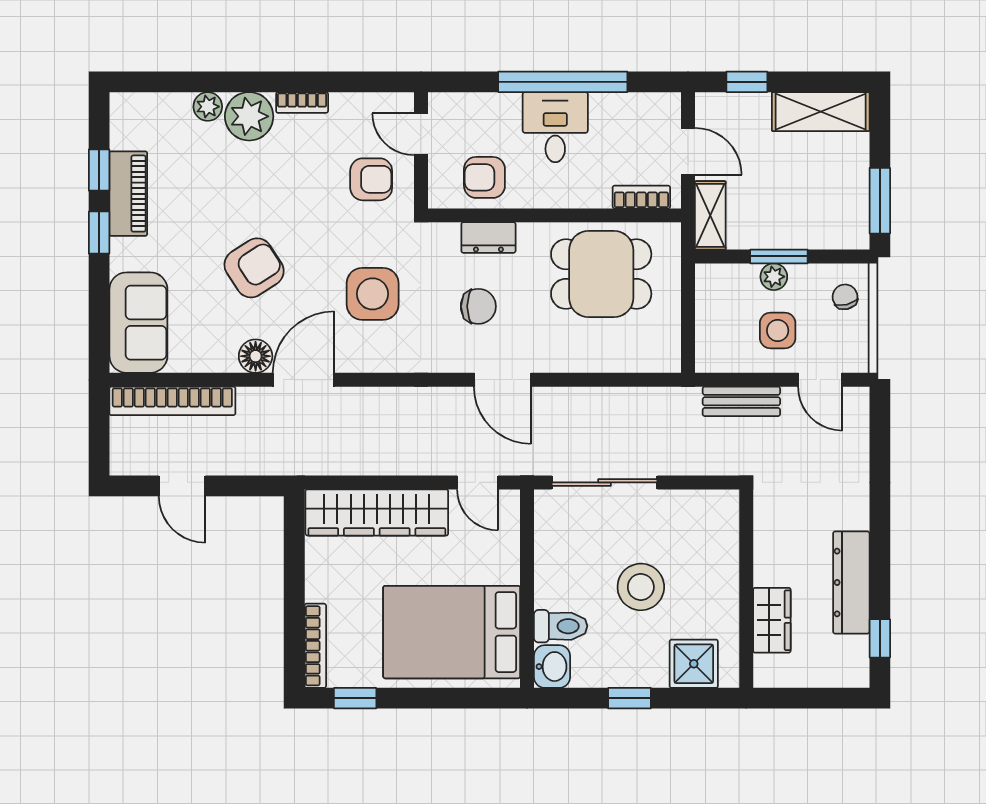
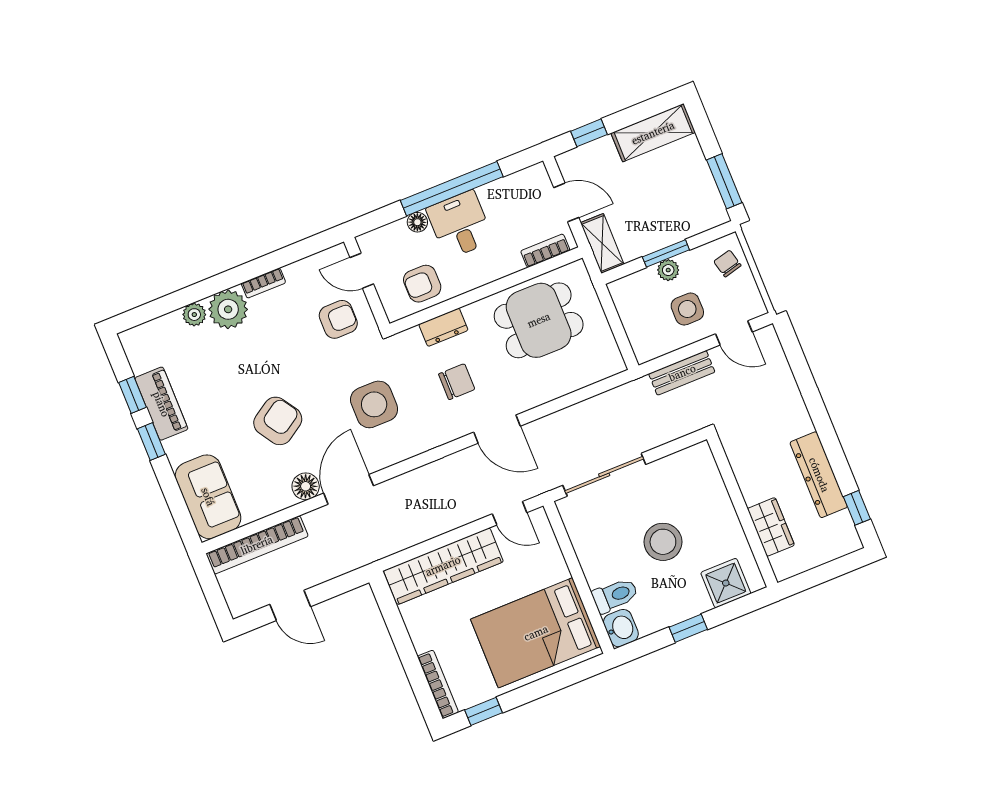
floor lamp: (508, 104) -> (417, 222), added

